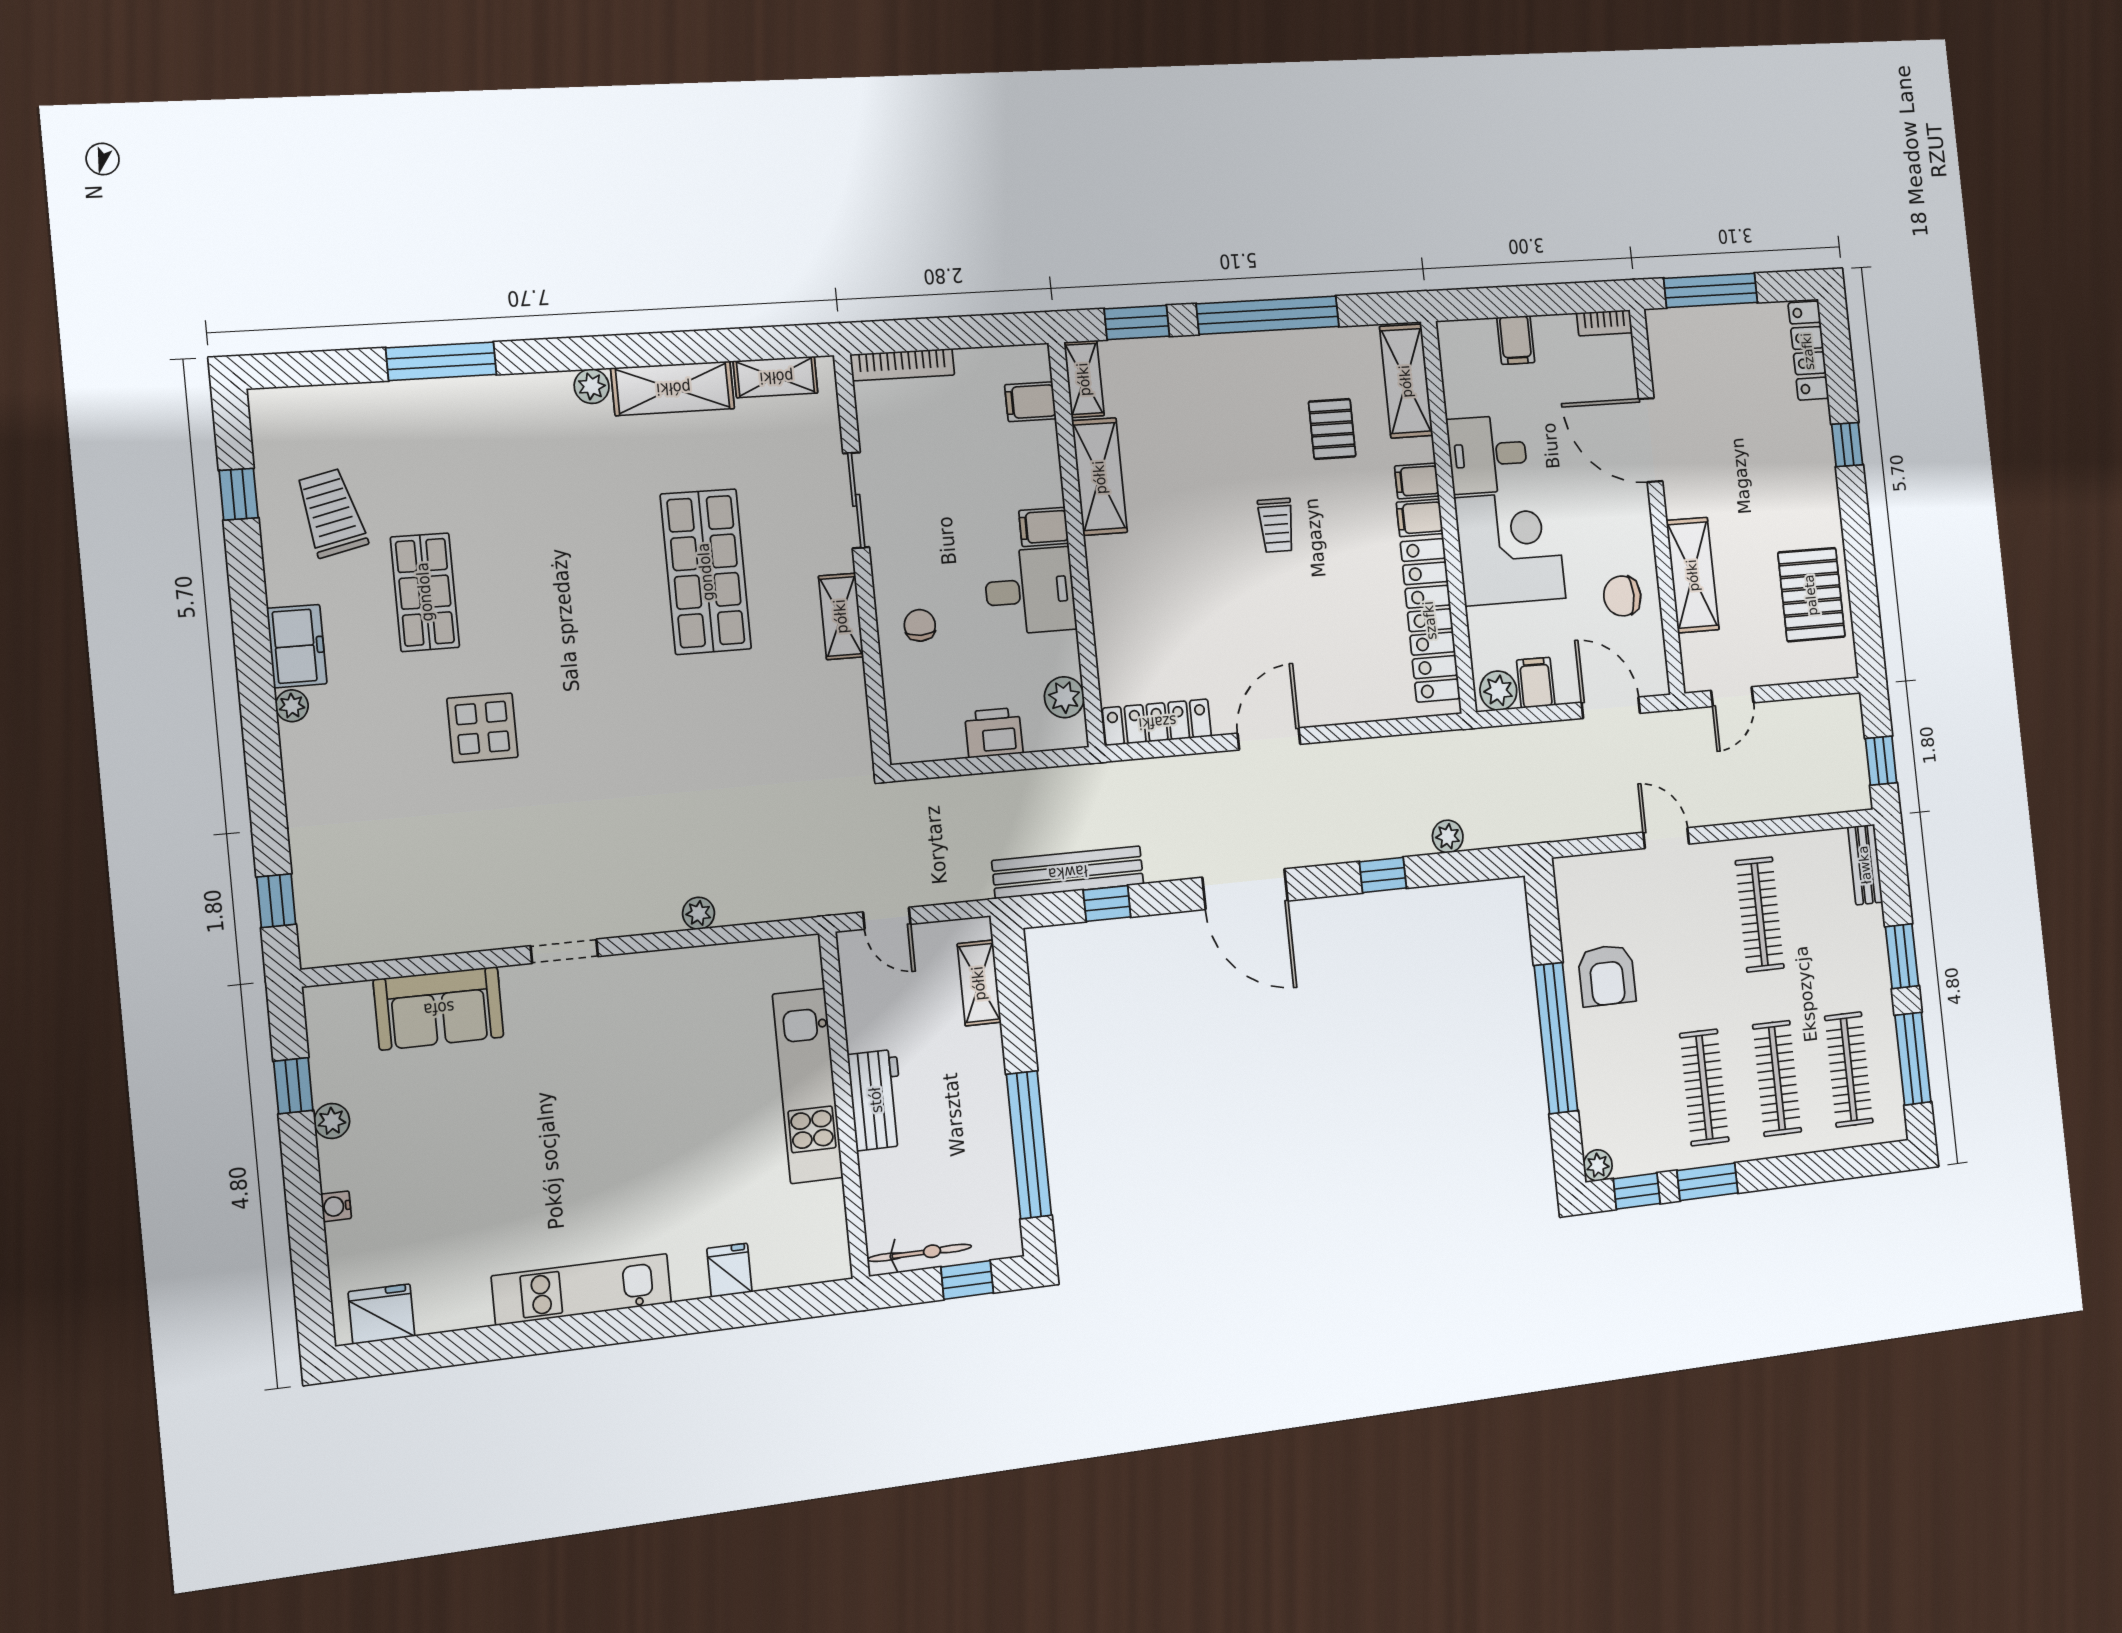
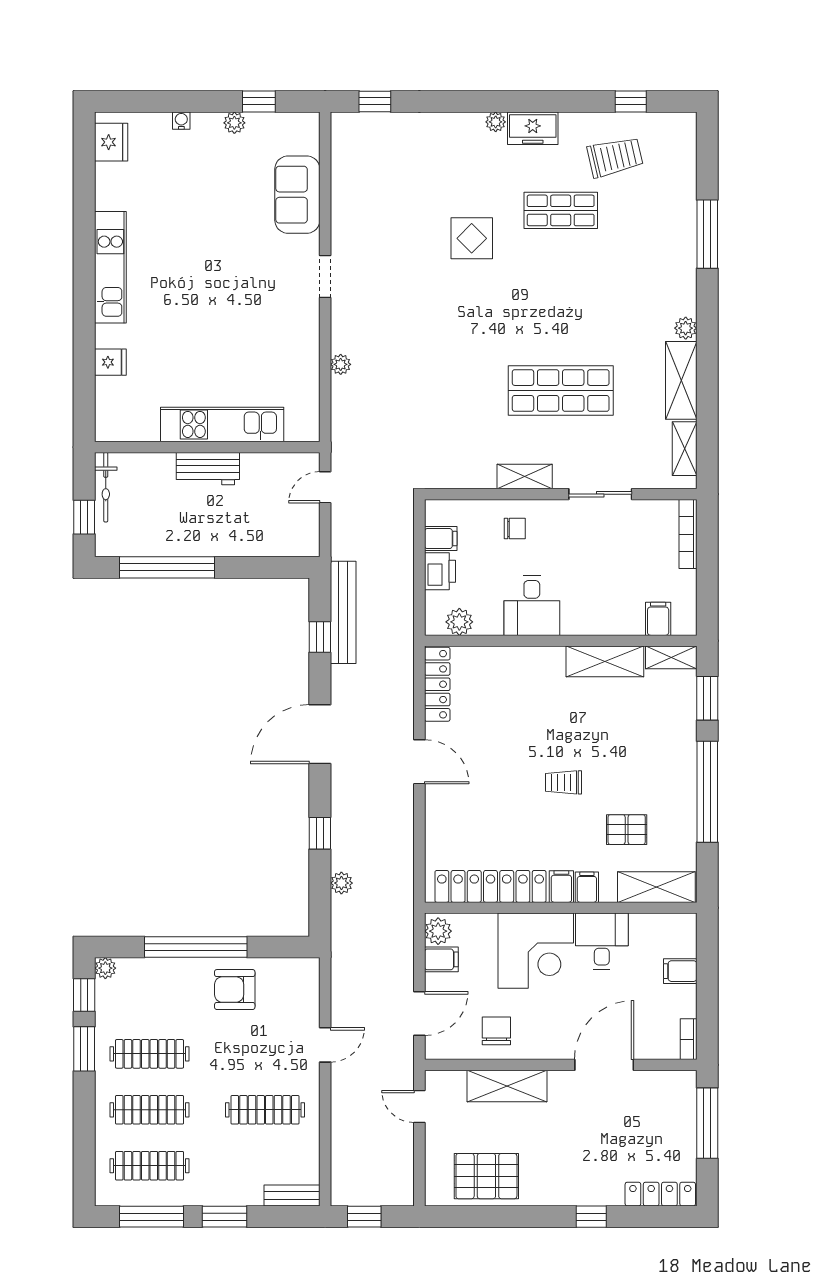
filing cabinet: (1044, 527) -> (441, 539), moved, turned 90
shelving: (979, 983) -> (276, 545), removed

